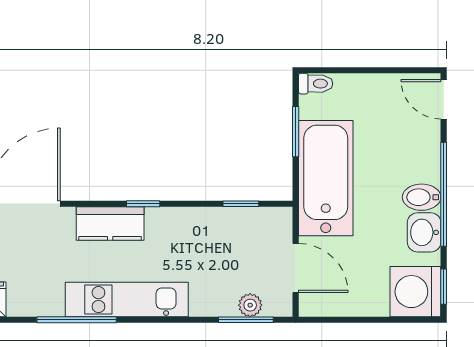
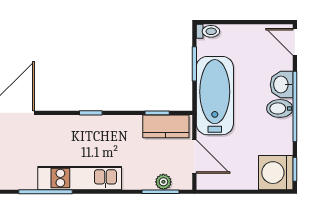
kitchen counter: (110, 223) -> (166, 126), moved
washbasin: (424, 232) -> (282, 85), moved

